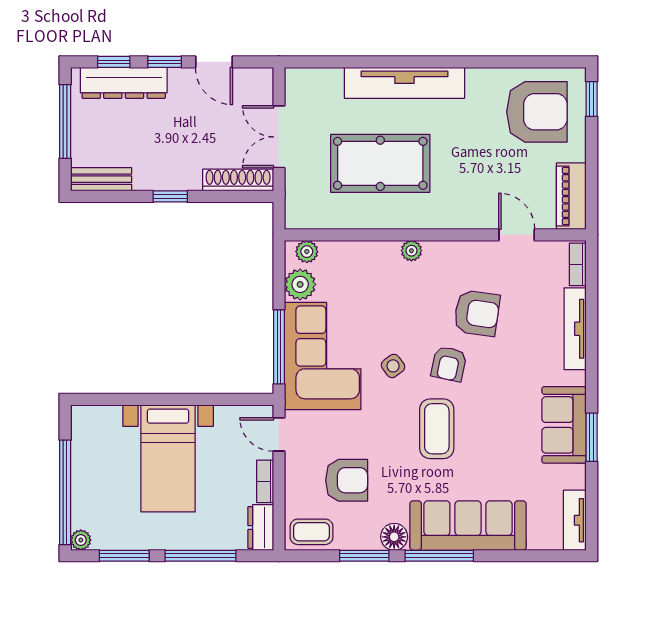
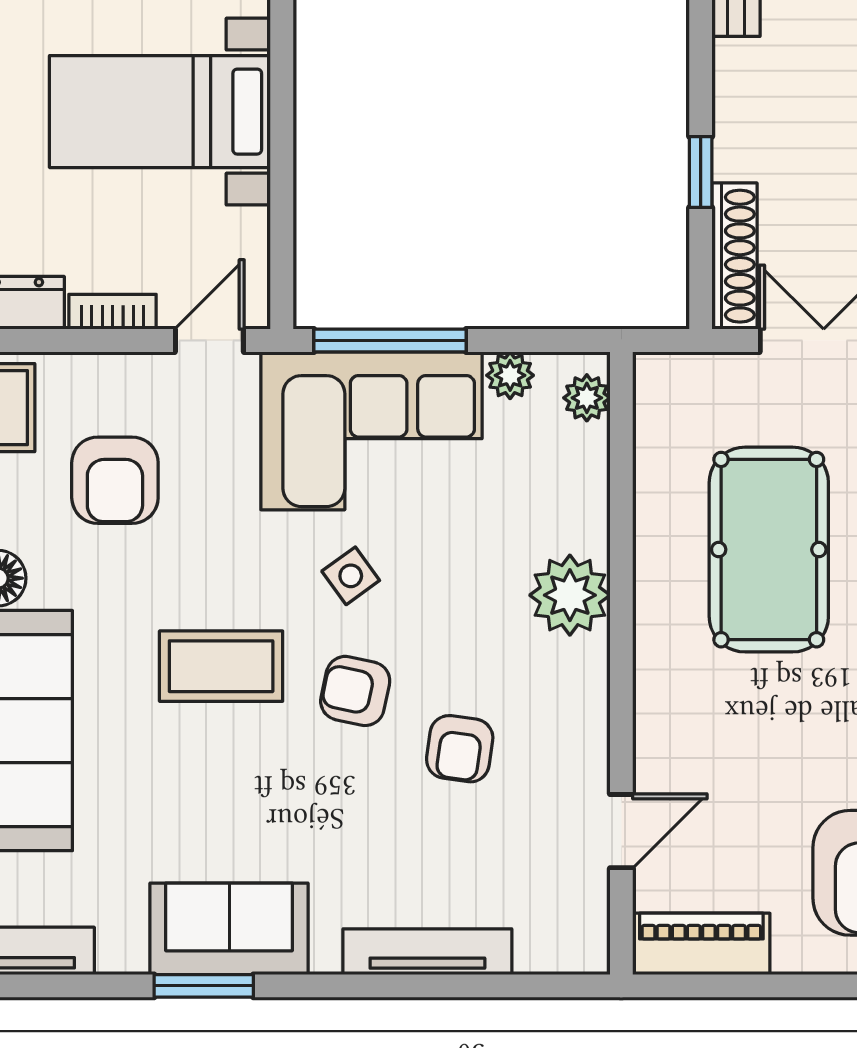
window: (170, 196) -> (701, 172), moved
plant: (411, 251) -> (570, 595), width x1.88, depth x1.88
bookcase: (578, 264) -> (560, 957), removed
plant: (300, 284) -> (510, 375), width x0.73, depth x0.73
armchair: (477, 313) -> (460, 749), width x0.72, depth x0.72

